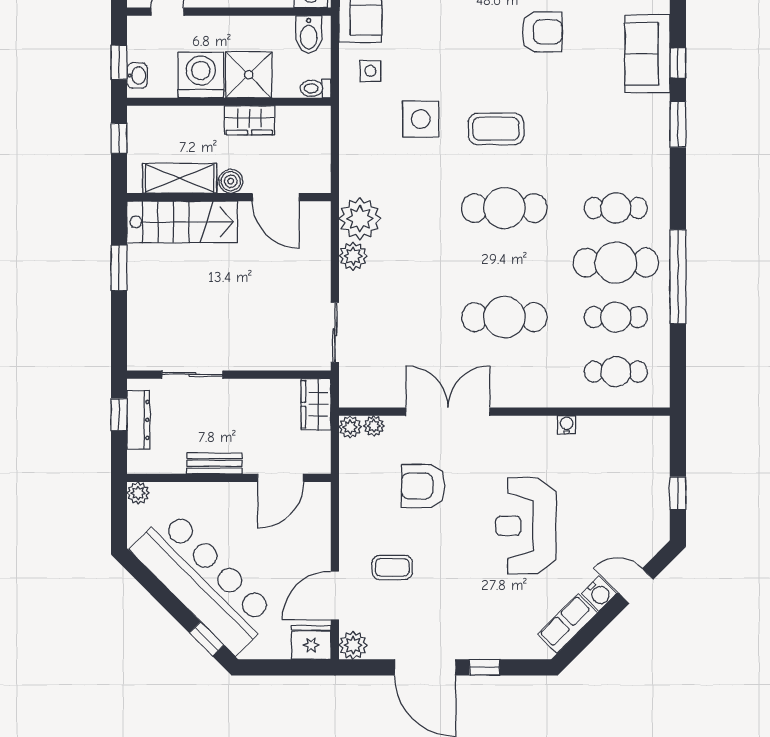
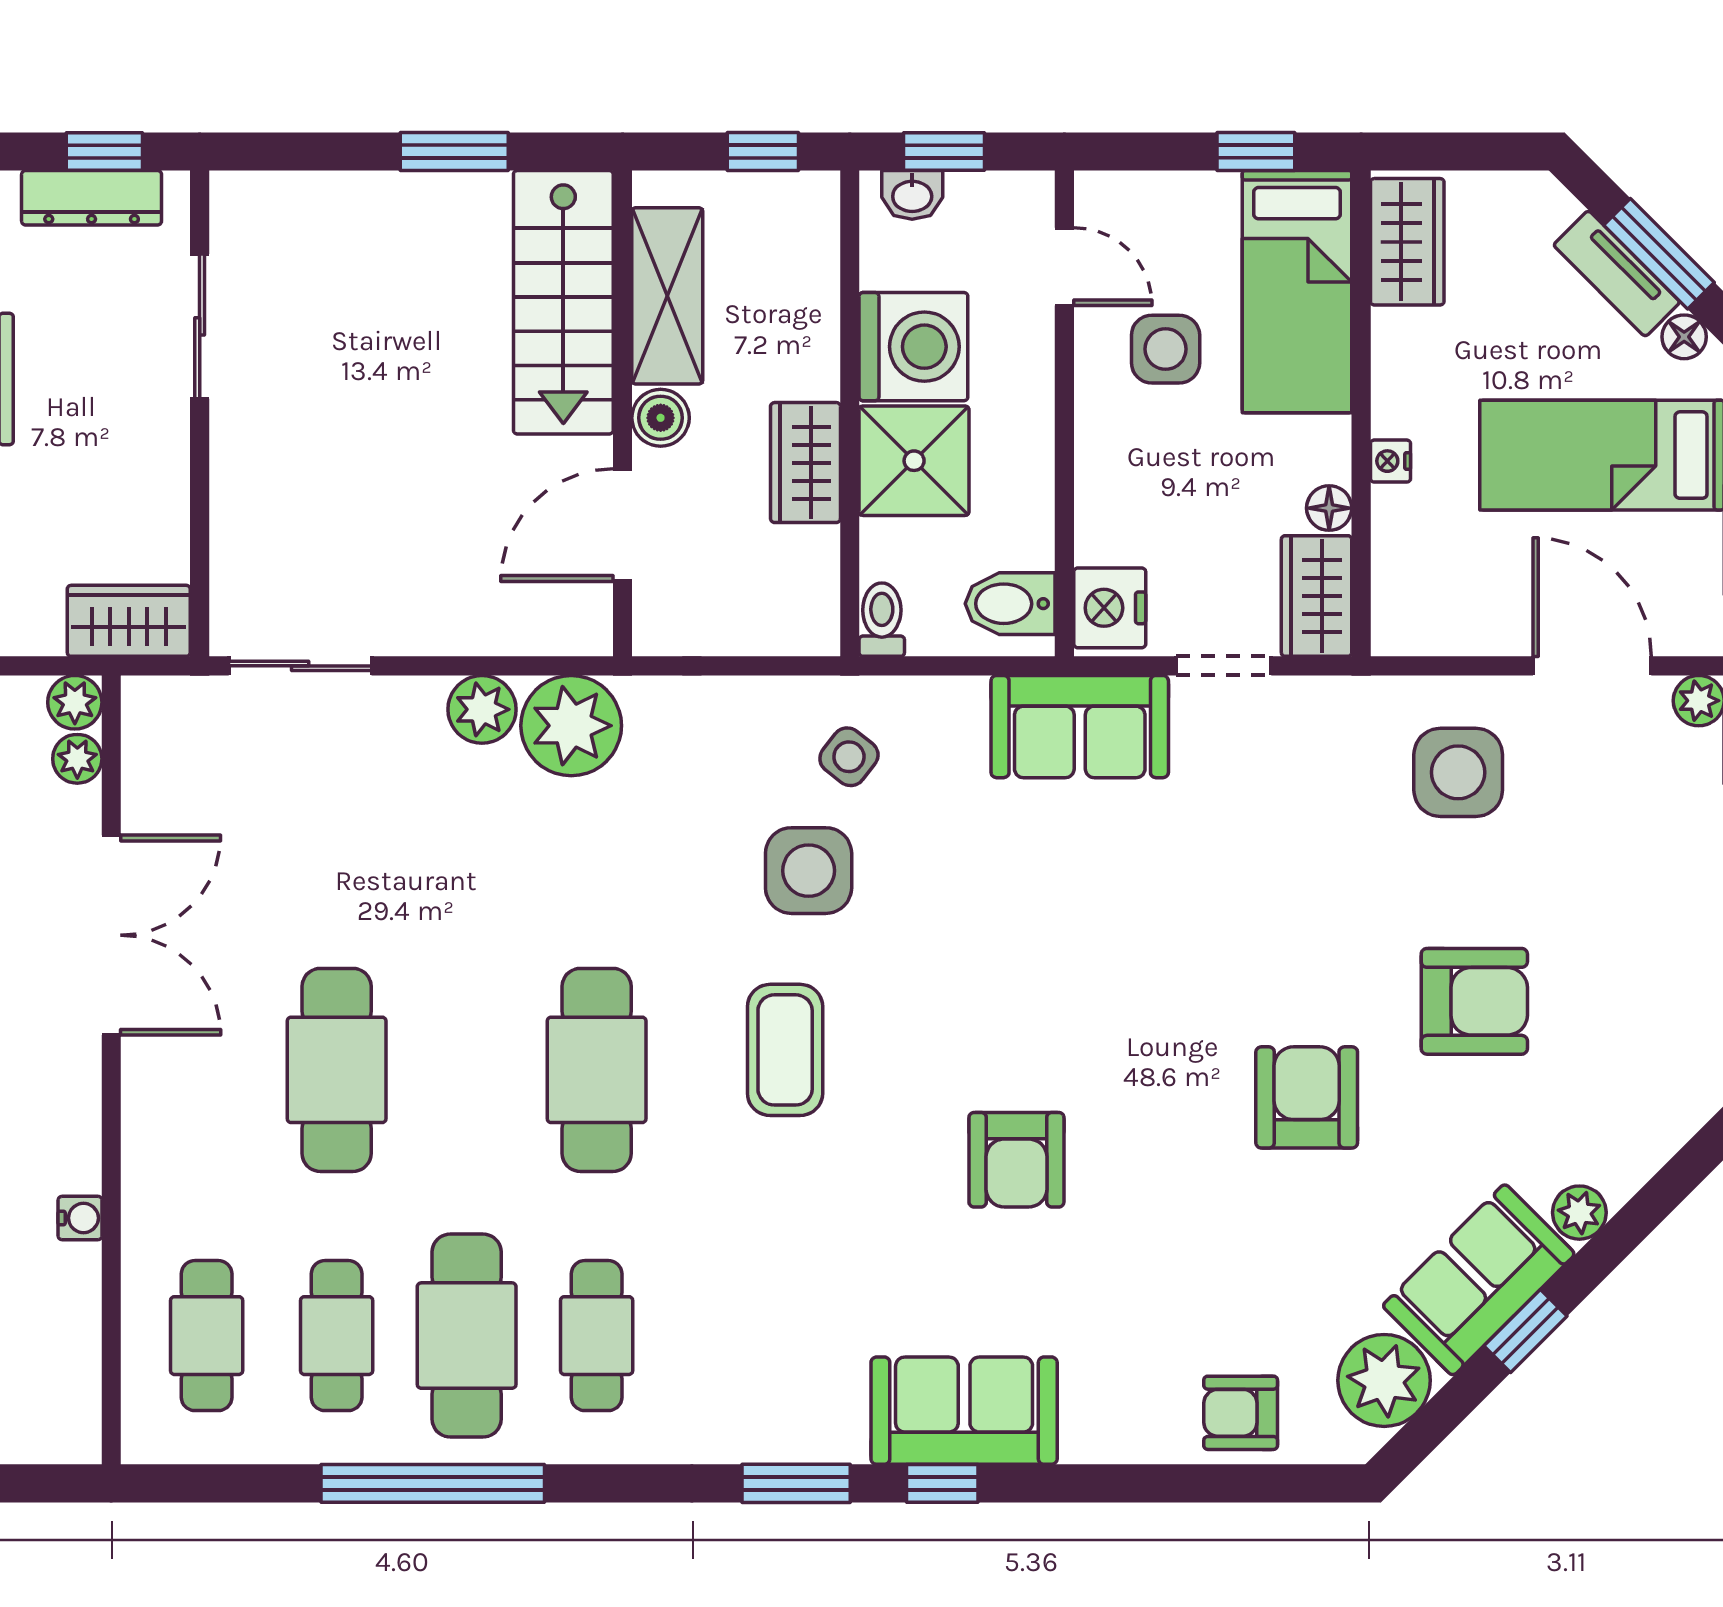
side table: (370, 71) -> (849, 757), moved, turned 38

